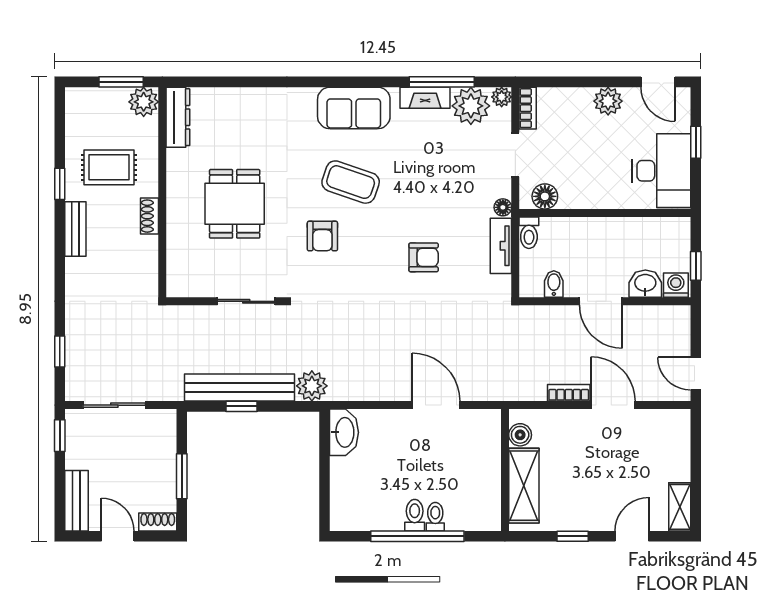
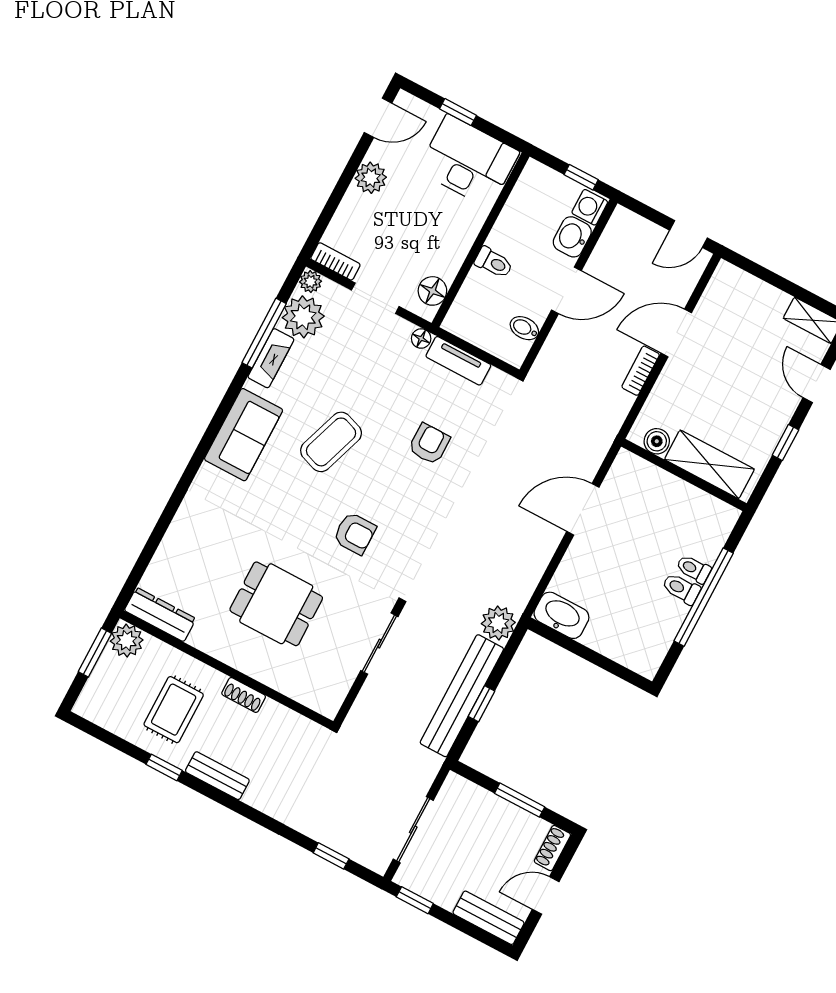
coffee table: (351, 182) -> (331, 442), moved
toilet: (529, 233) -> (494, 263), moved

